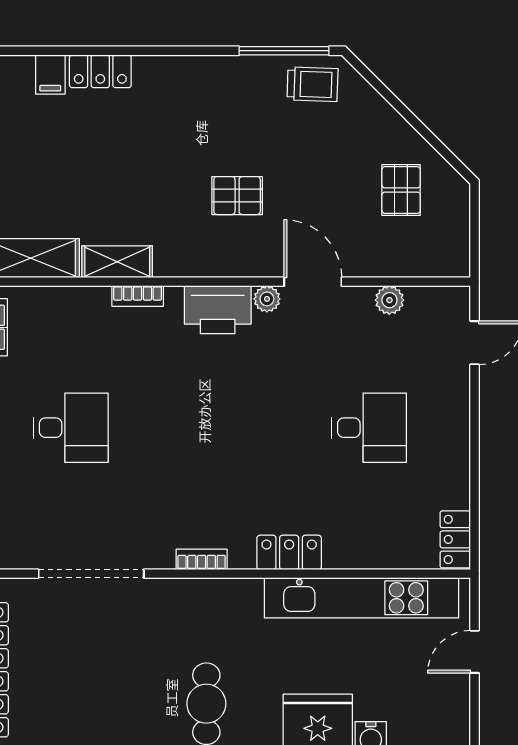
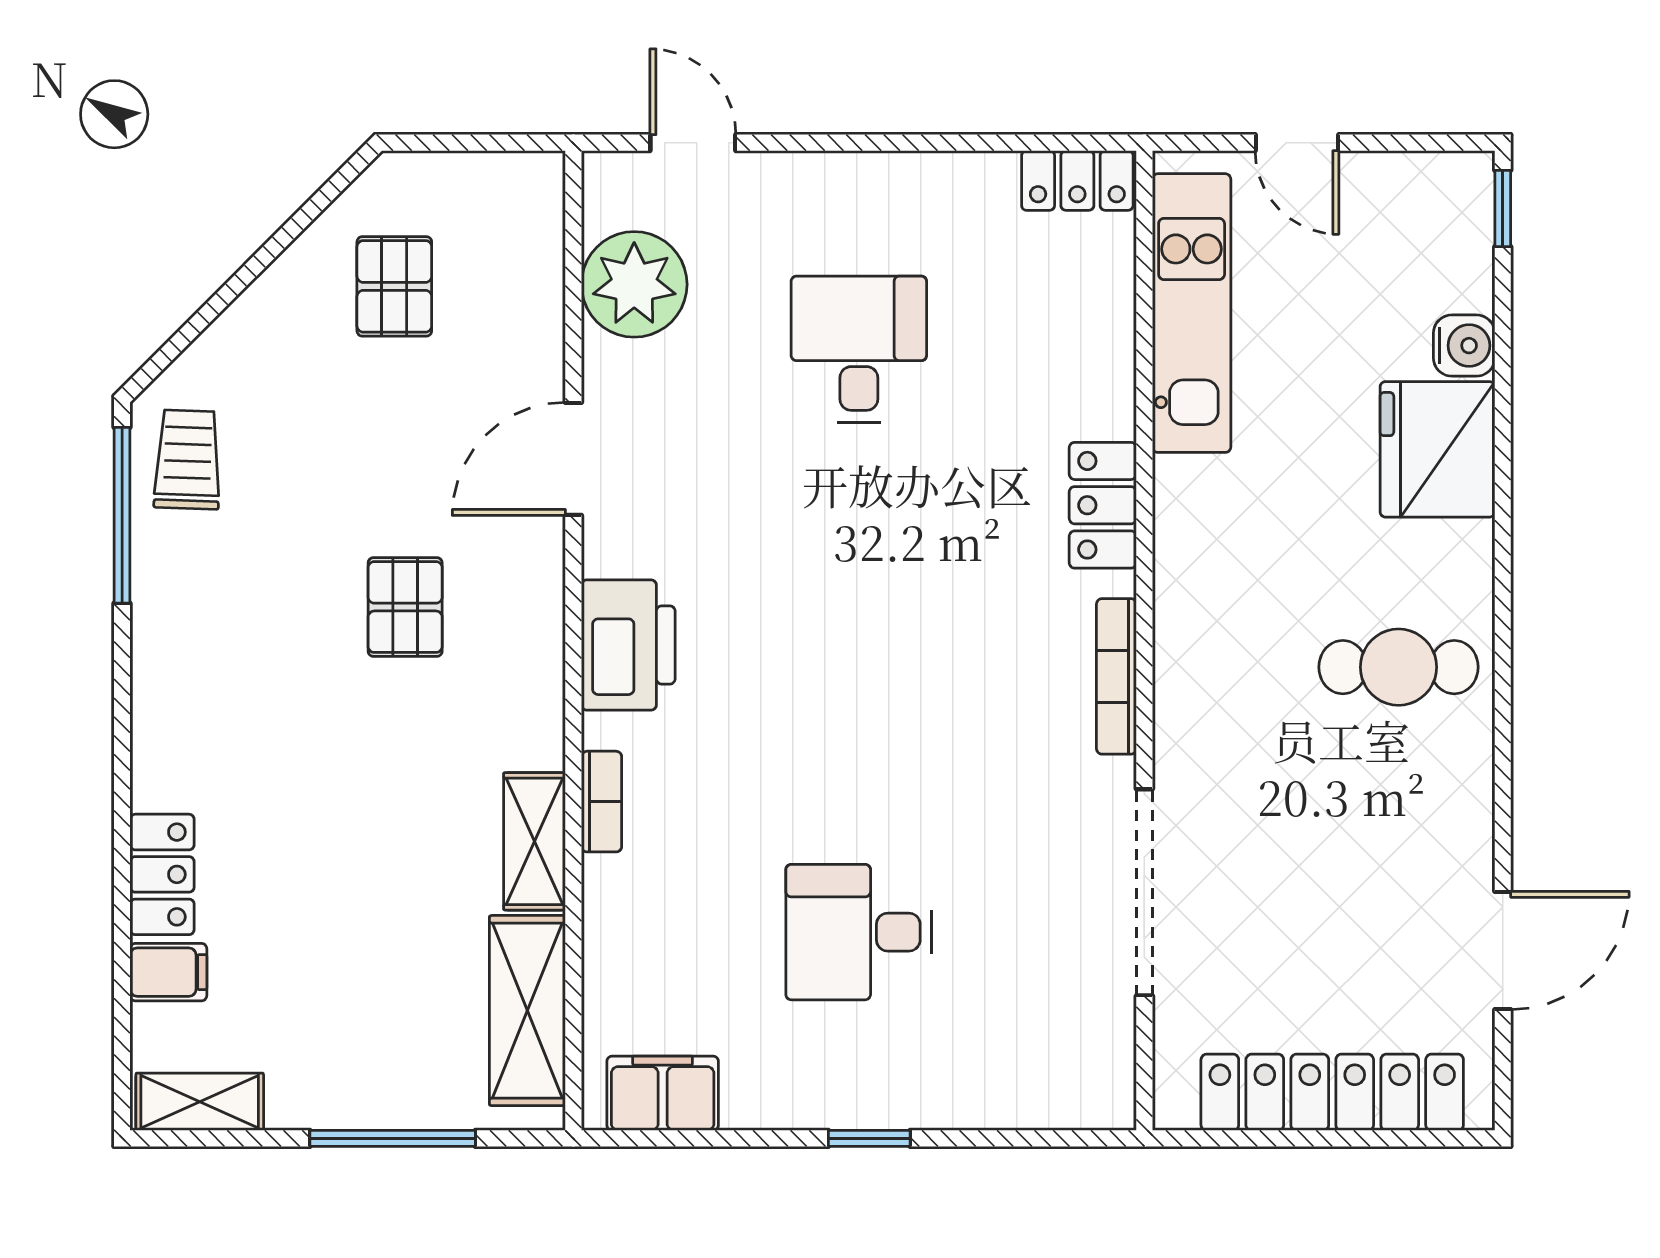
pallet: (401, 190) -> (394, 286), turned 90
plant: (267, 299) -> (607, 549), removed
plant: (389, 300) -> (634, 284), width x1.87, depth x1.87
desk: (71, 428) -> (859, 932), turned -90
bookcase: (202, 559) -> (1116, 676), width x1.56
kitchen unit: (362, 598) -> (1192, 313), width x0.73

